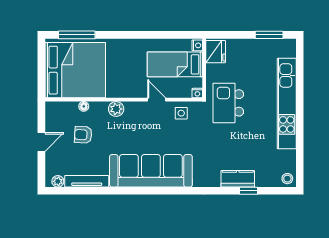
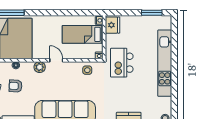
door: (157, 100) -> (56, 60), moved

